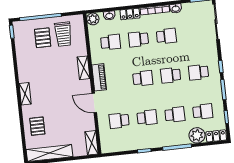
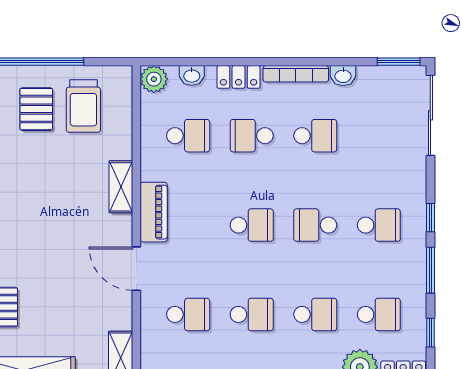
school desk: (198, 72) -> (379, 225), turned 180
school desk: (119, 121) -> (188, 314), turned 180

